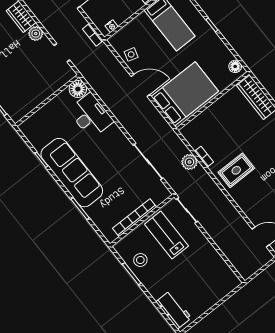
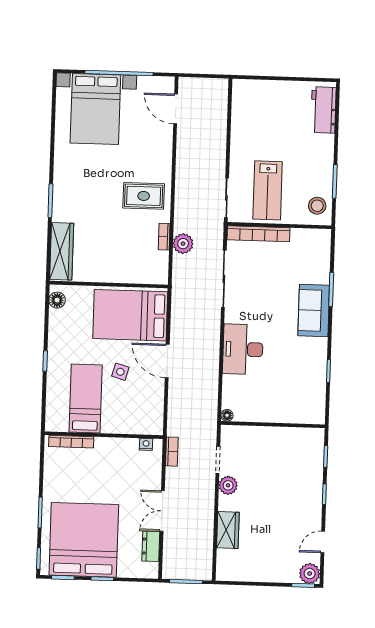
plant: (36, 34) -> (228, 485), moved
side table: (131, 54) -> (120, 372), moved
floor lamp: (78, 89) -> (227, 415), width x0.53, depth x0.53
desk: (91, 116) -> (243, 349), moved
sofa: (72, 173) -> (314, 310), width x0.54, depth x0.79
bookcase: (135, 218) -> (258, 234), moved
stool: (140, 260) -> (317, 206), moved

